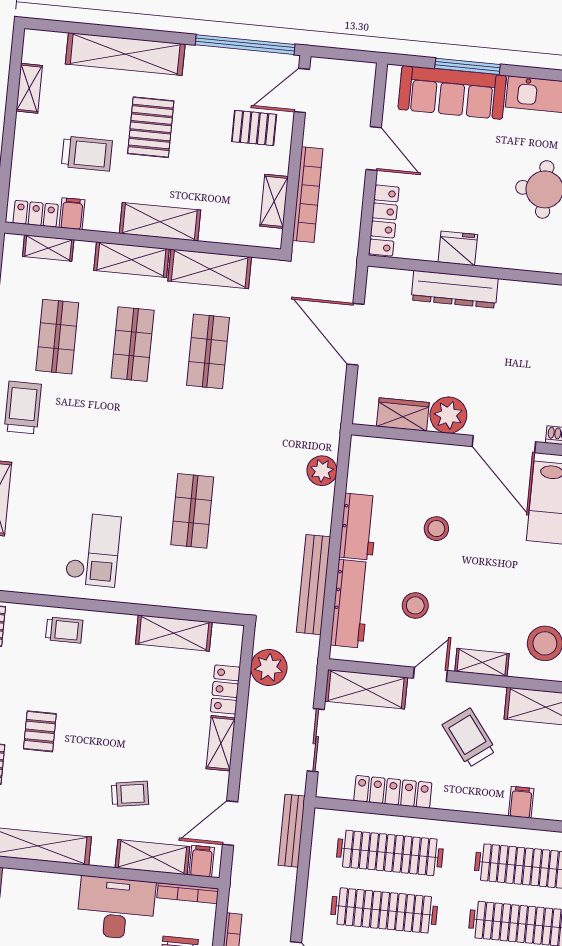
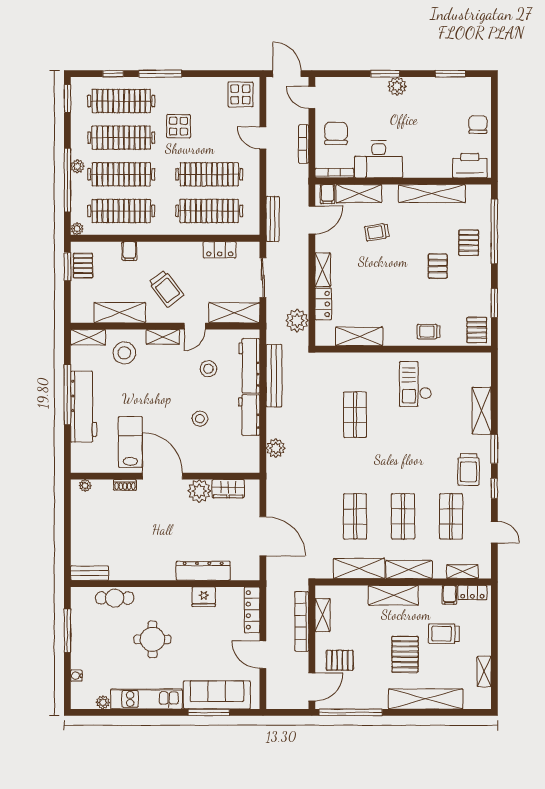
locker: (393, 792) -> (220, 250), width x0.66

